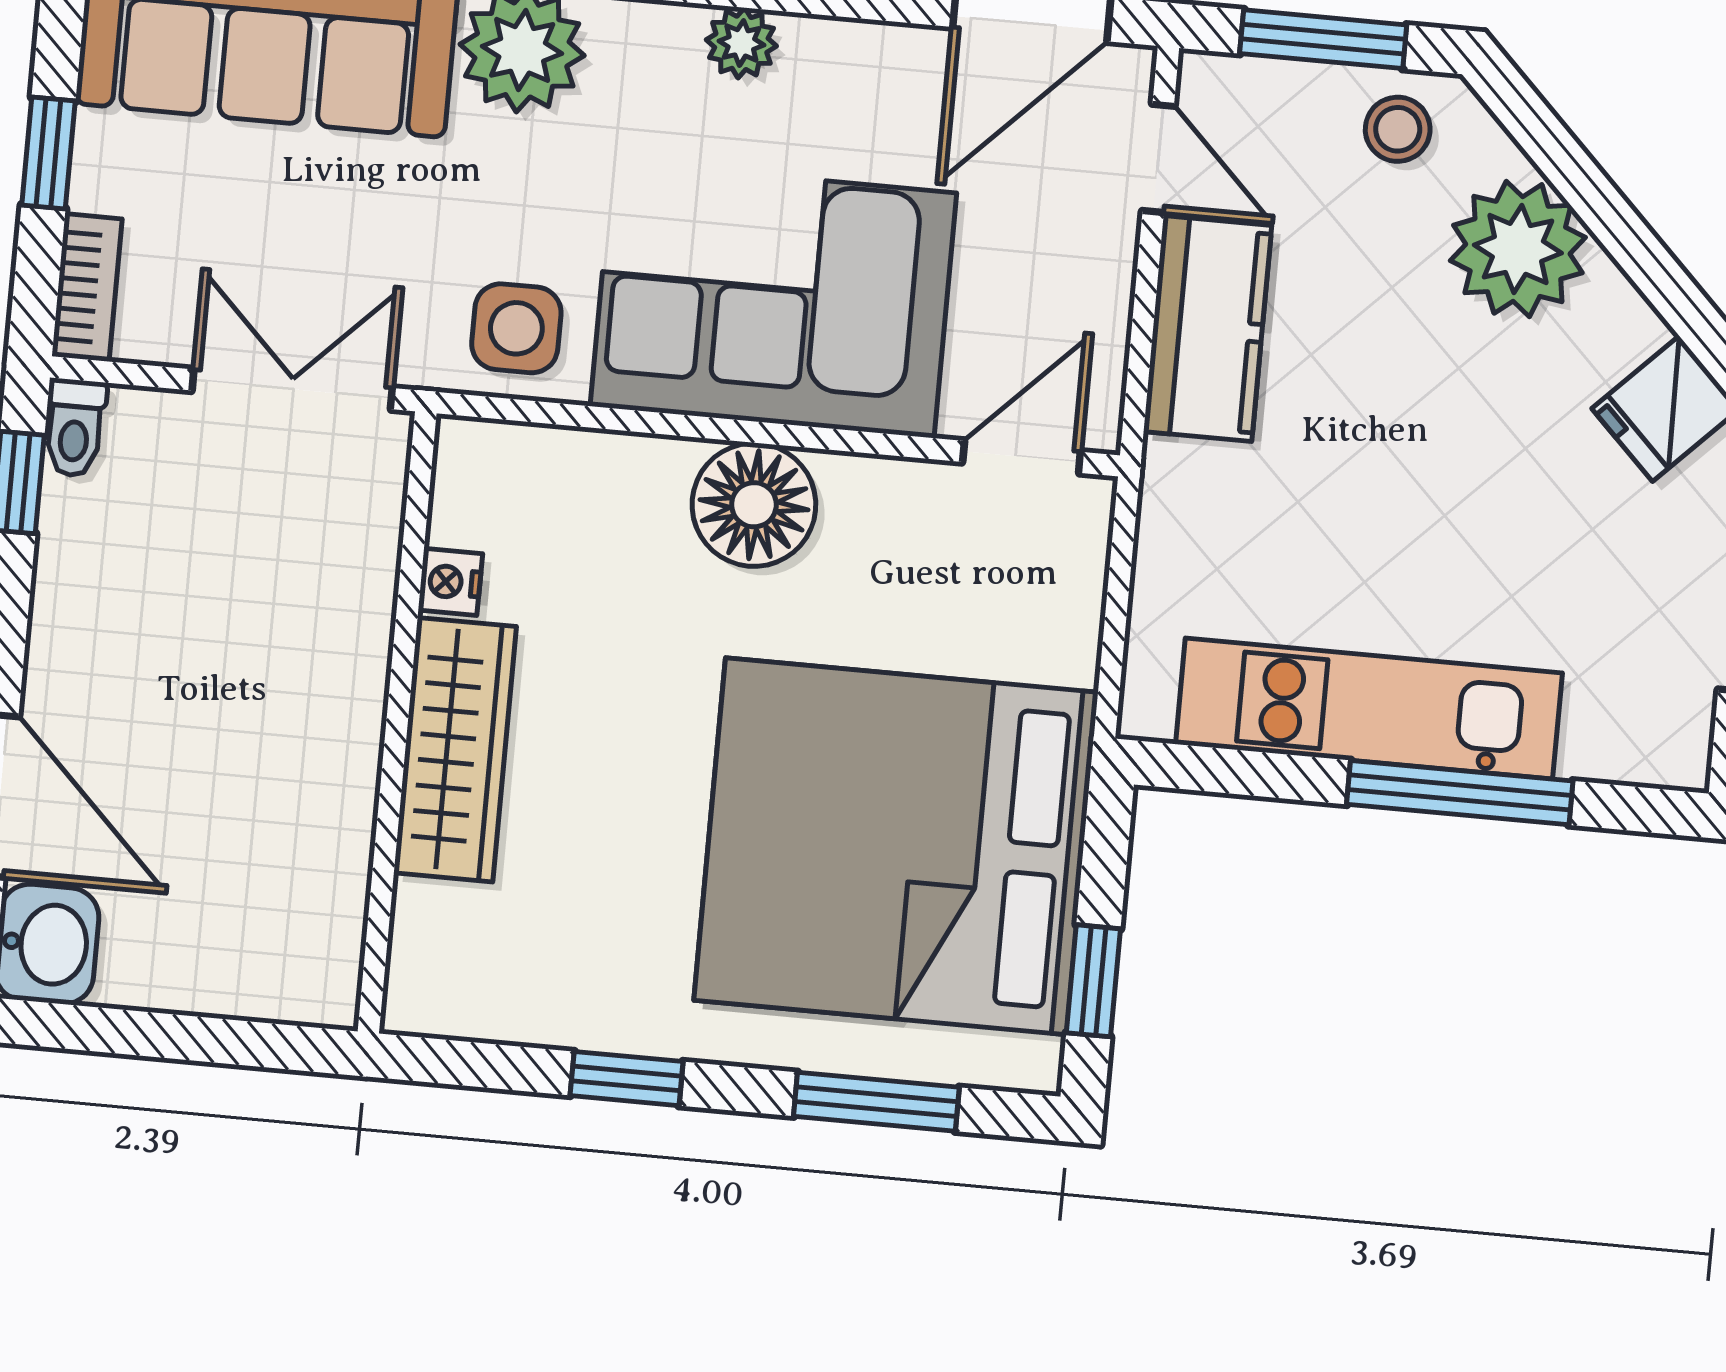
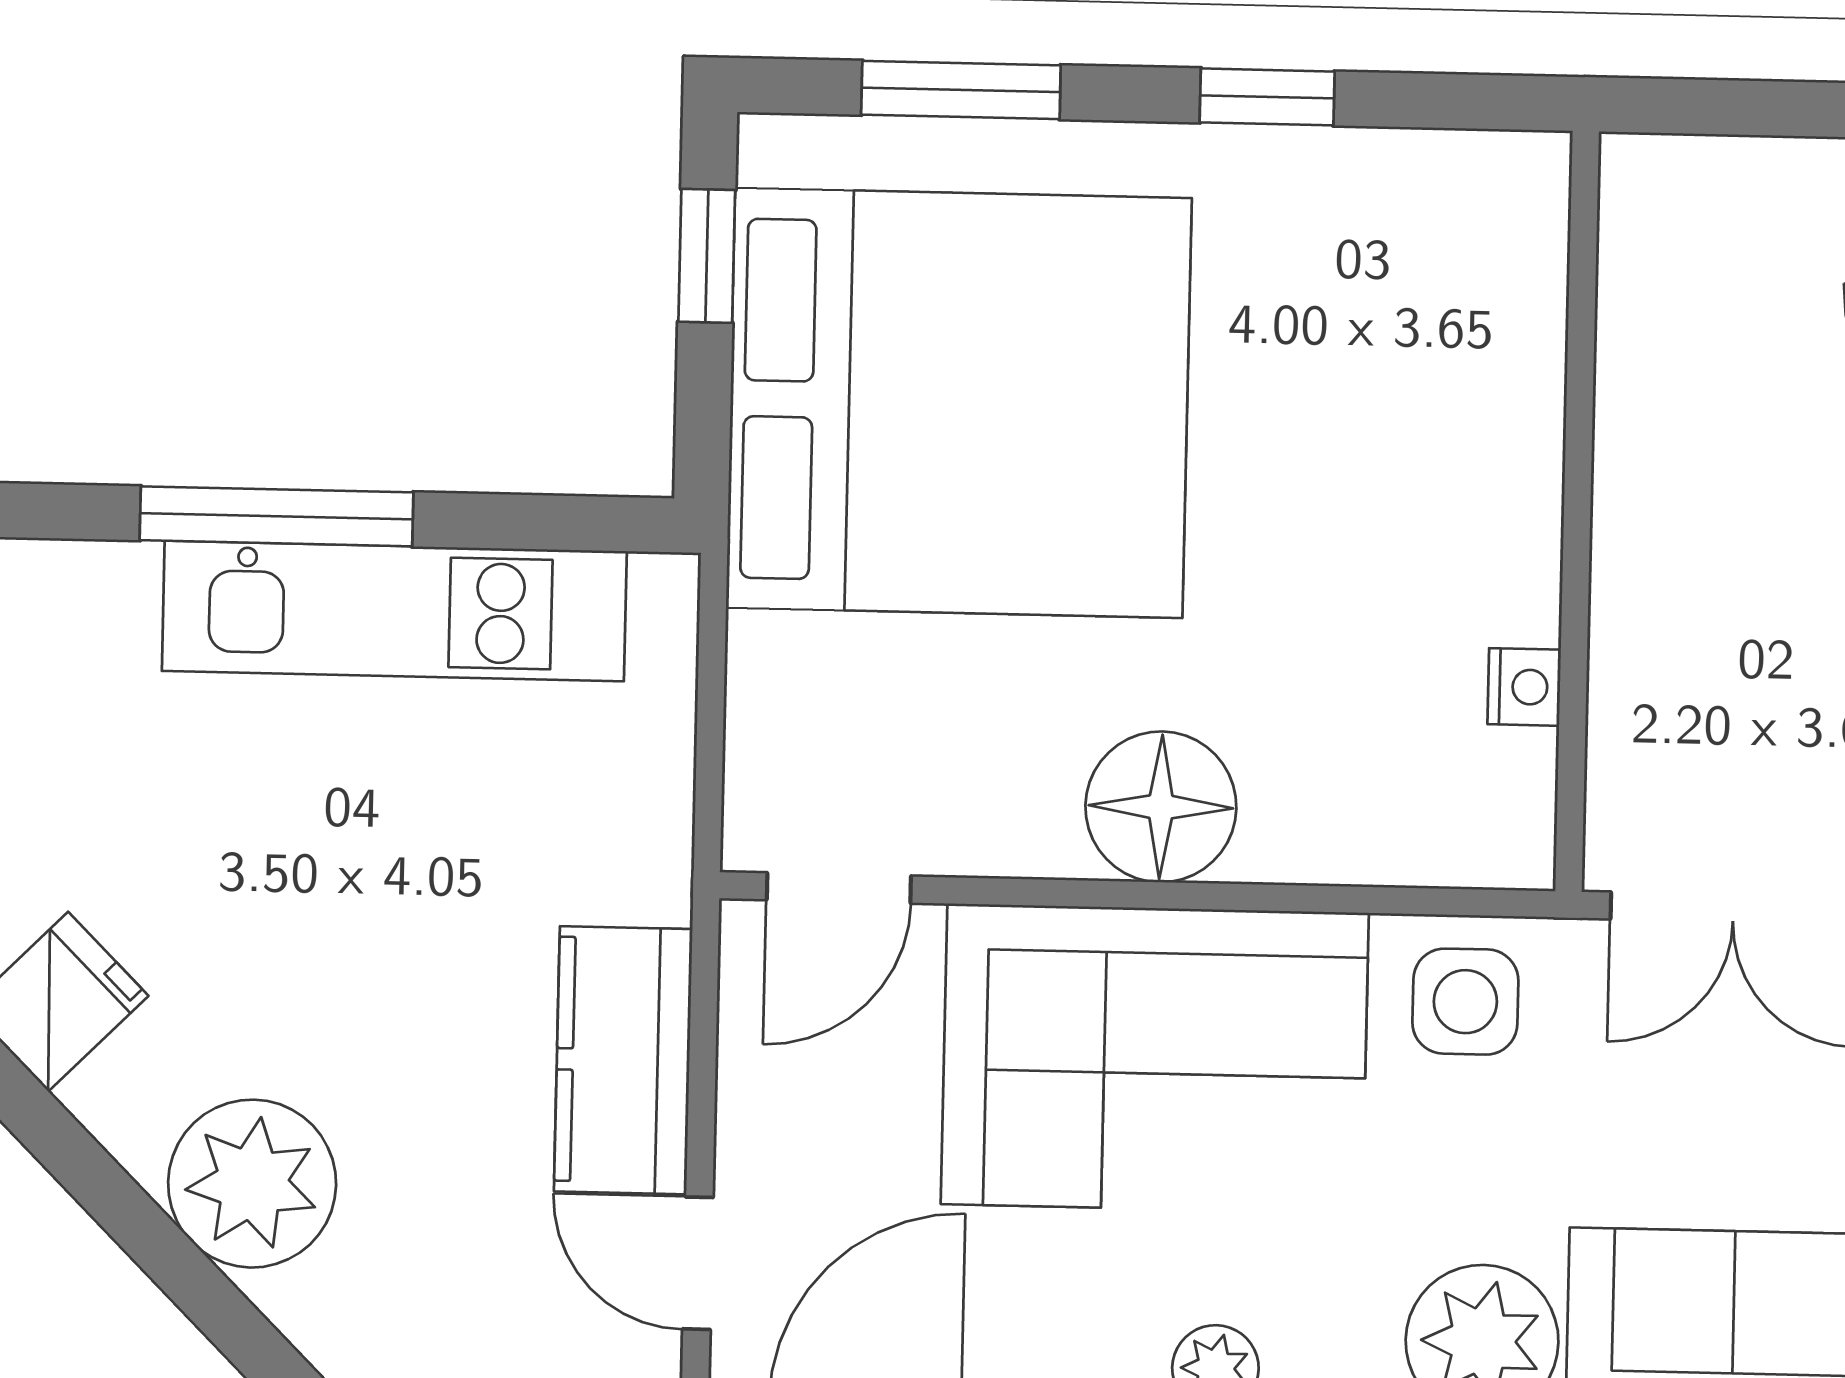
stool: (1398, 129) -> (409, 1319), removed
wardrobe: (455, 750) -> (1504, 483), removed

